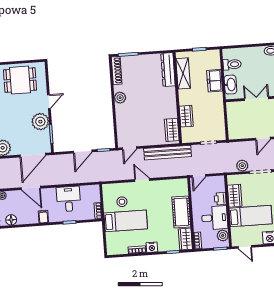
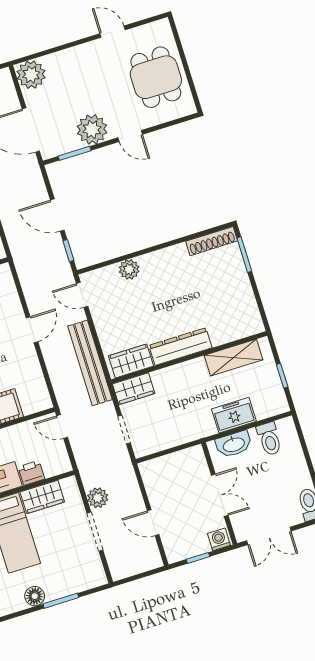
dresser: (168, 70) -> (181, 347), moved
plant: (120, 98) -> (129, 269), moved
wardrobe: (186, 116) -> (134, 389), moved

